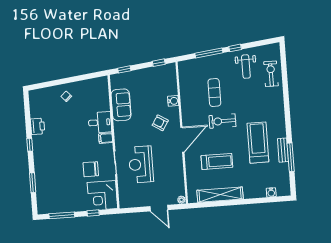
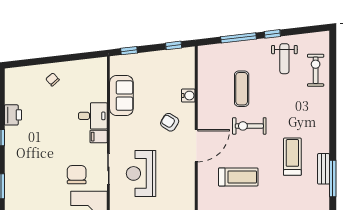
treadmill: (258, 143) -> (292, 157), width x0.73, depth x0.73
chair: (91, 169) -> (77, 175), turned 90

